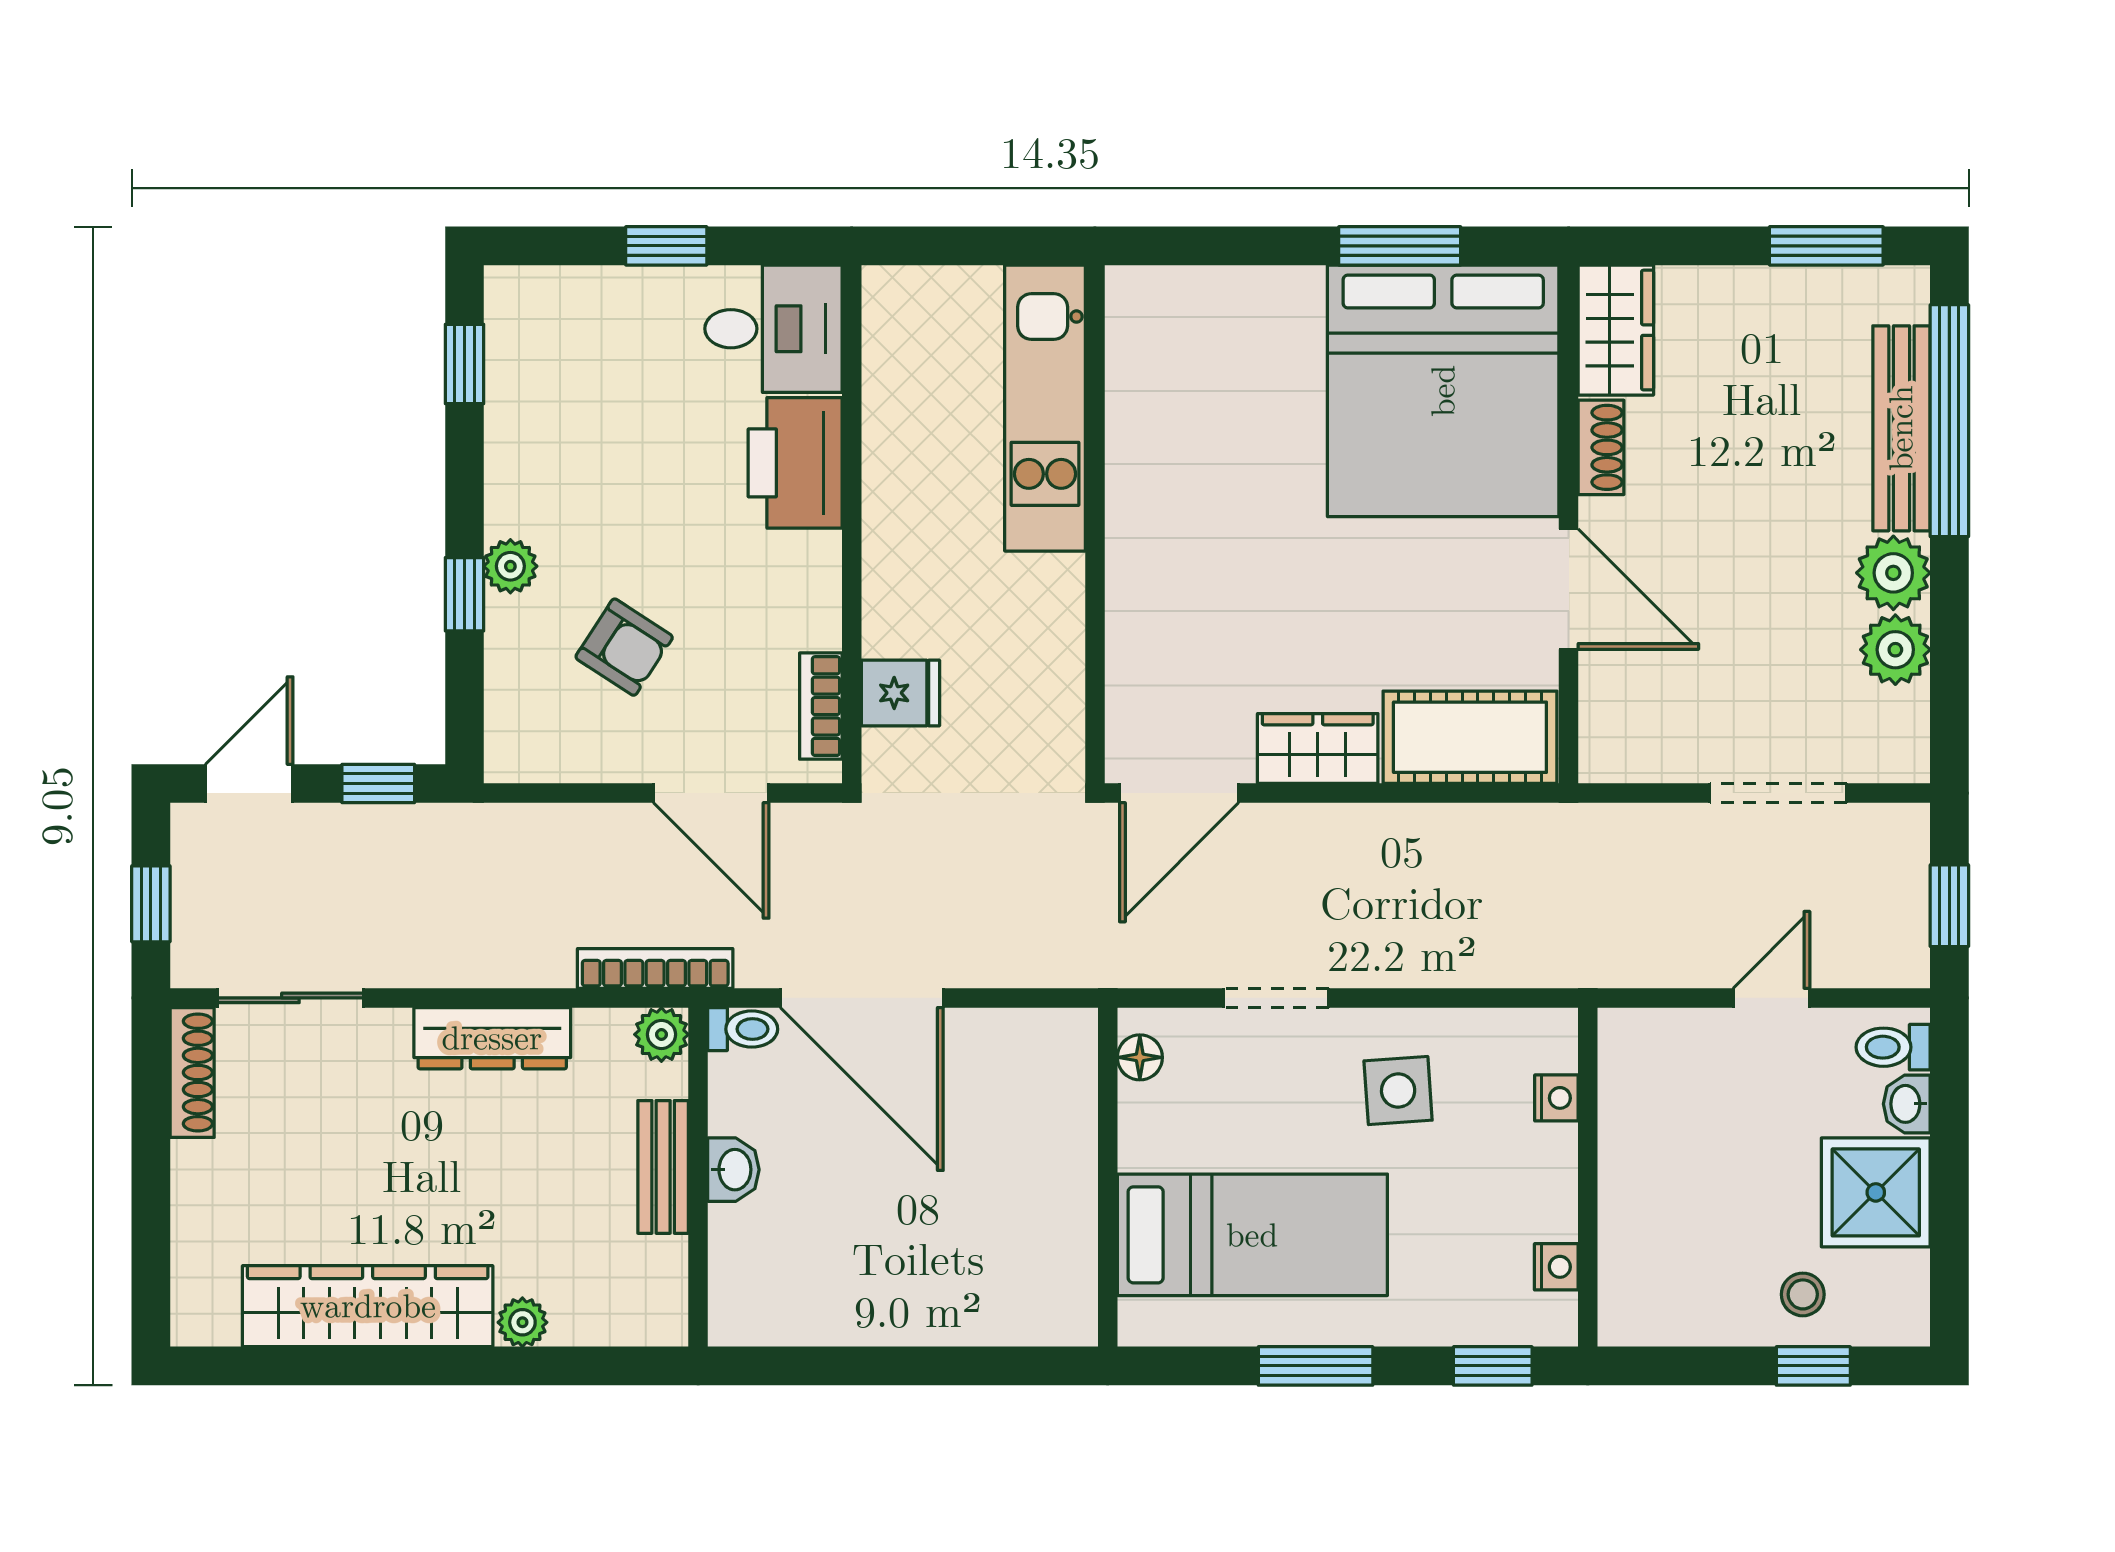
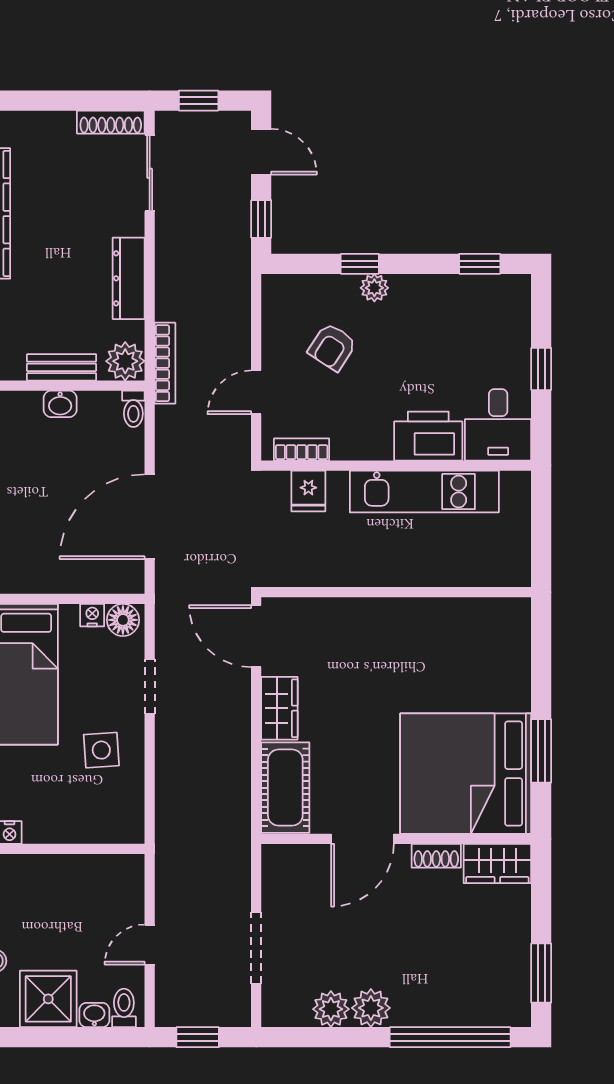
kitchen unit: (1045, 408) -> (424, 492), moved, turned 180
bench: (1901, 428) -> (446, 1012), removed
door: (711, 793) -> (256, 392), width x0.73
door: (862, 998) -> (150, 517), moved
door: (1771, 998) -> (150, 945), swing flipped
plant: (661, 1034) -> (125, 361), width x1.38, depth x1.38
floor lamp: (1140, 1057) -> (123, 620), width x1.37, depth x1.37
nightstand: (1556, 1098) -> (92, 615), moved, turned 180

